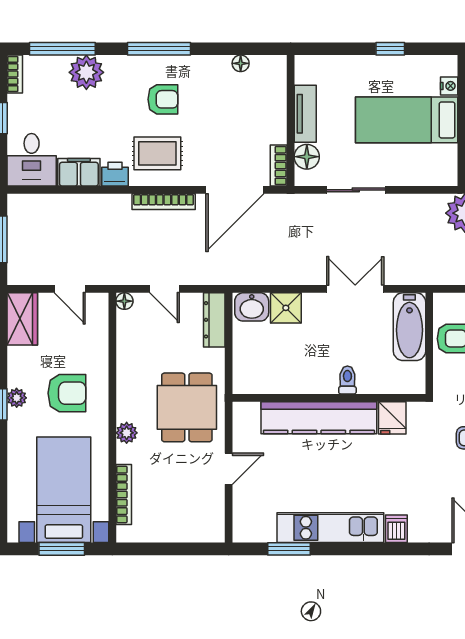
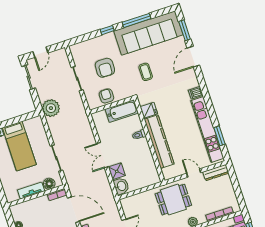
double door: (355, 289) -> (102, 155), moved
dresser: (214, 320) -> (216, 173), moved
bathtub: (409, 327) -> (122, 111), moved
kitchen unit: (330, 528) -> (207, 129), width x1.36

